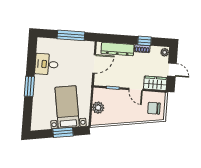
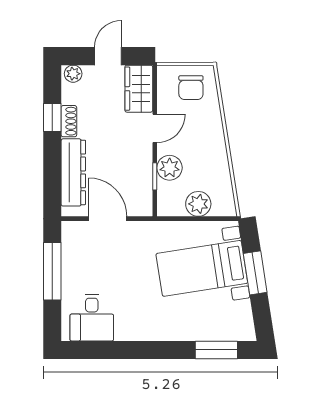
desk: (47, 64) -> (92, 318), moved
window: (29, 86) -> (216, 350), moved
plant: (116, 95) -> (170, 168), added

